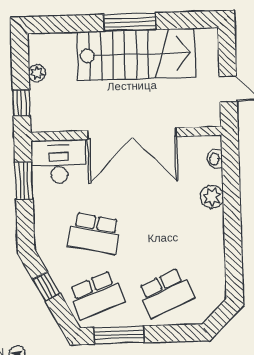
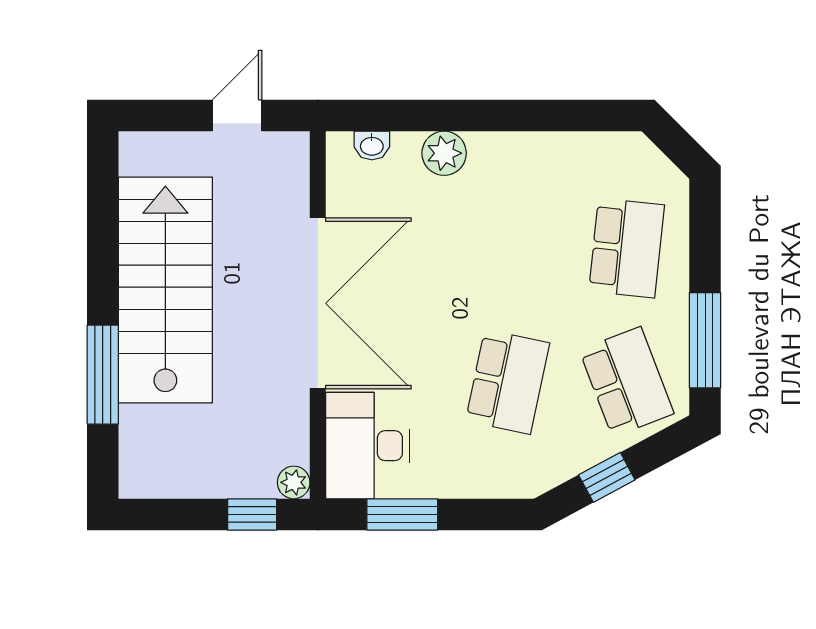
window: (130, 22) -> (103, 375), moved
plant: (37, 73) -> (294, 482), moved
school desk: (166, 293) -> (627, 248), turned 30

